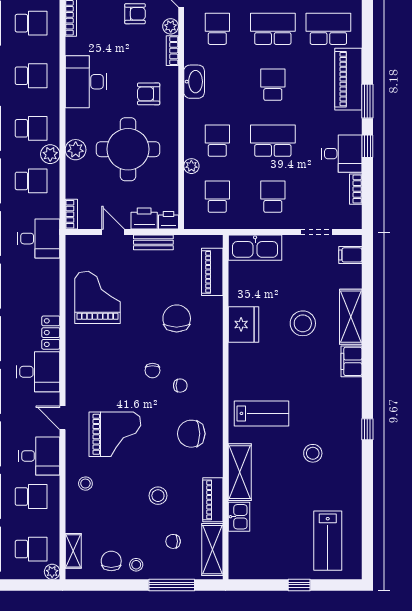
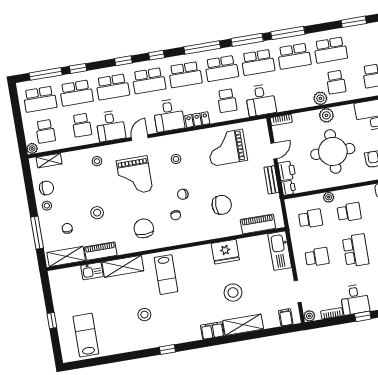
school desk: (31, 181) -> (227, 101), moved
plant: (354, 221) -> (309, 316), added
grand piano: (97, 297) -> (227, 148), turned 180
stool: (101, 372) -> (176, 159), added
lab bench: (328, 541) -> (86, 335), turned 90

